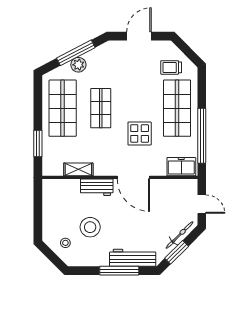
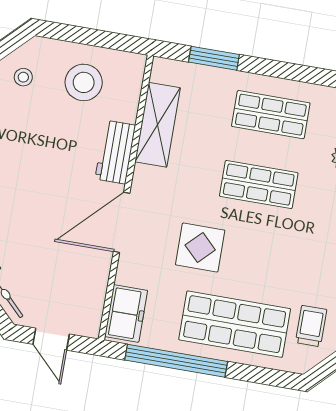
shop shelf: (63, 108) -> (271, 115), width x0.70, depth x0.74
shelving: (78, 169) -> (158, 125), width x1.50, depth x1.33
door: (202, 204) -> (51, 339), hinge flipped
stool: (90, 227) -> (84, 82), moved

